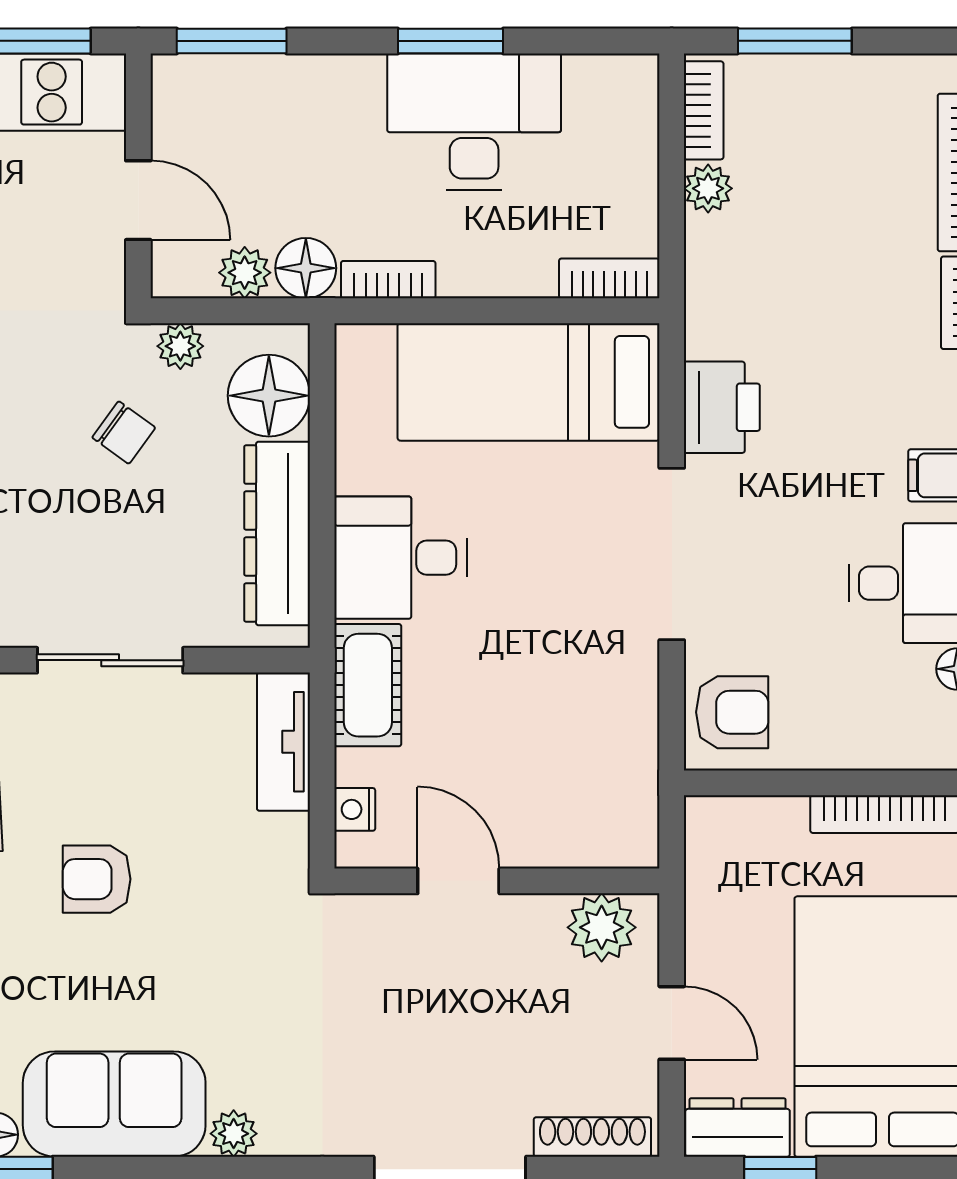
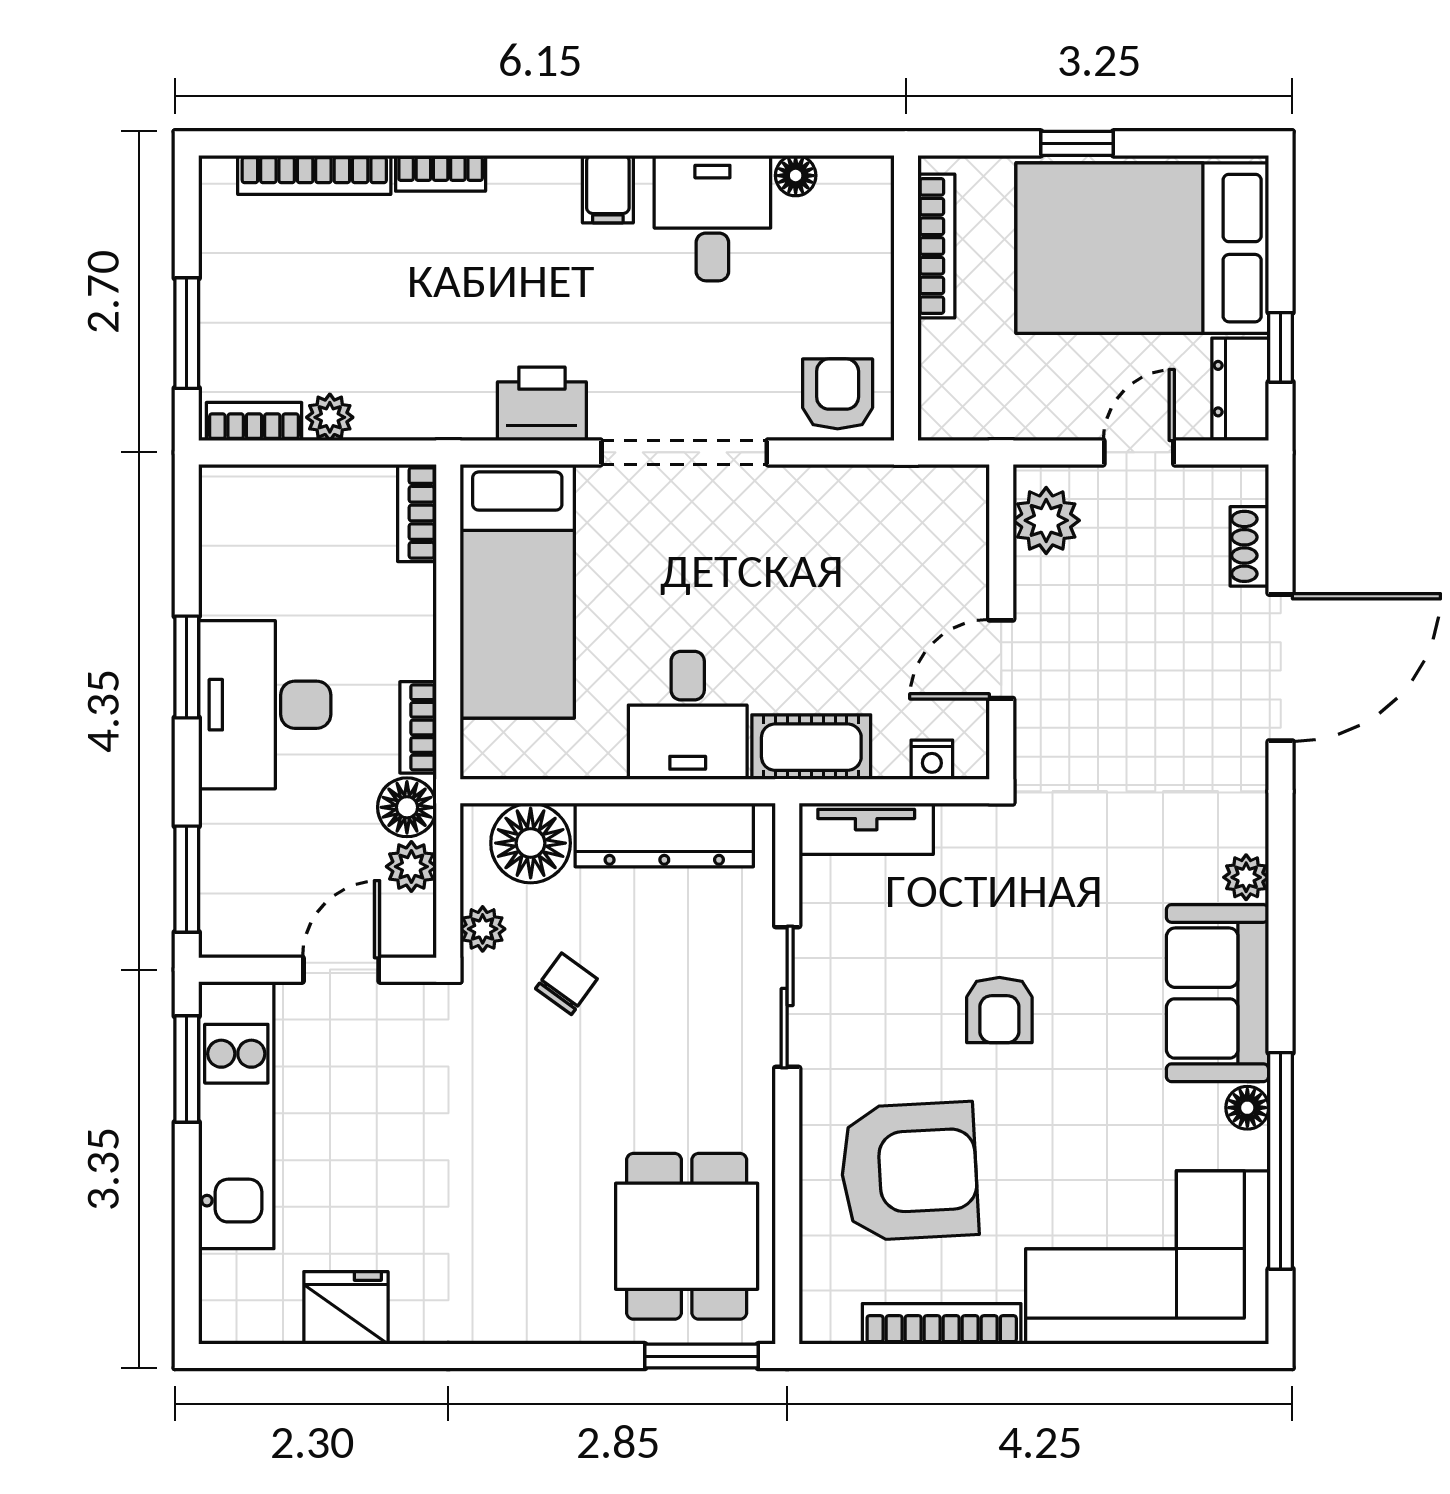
desk: (474, 121) -> (265, 705), moved
shoe rack: (592, 1137) -> (1249, 546), width x0.70

